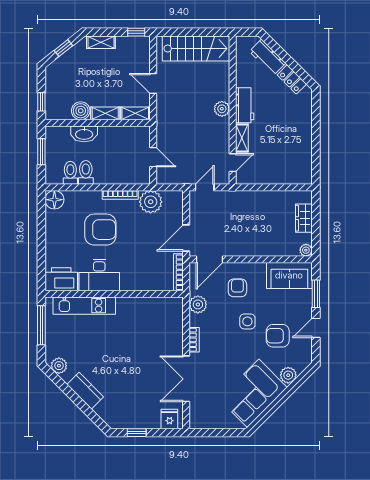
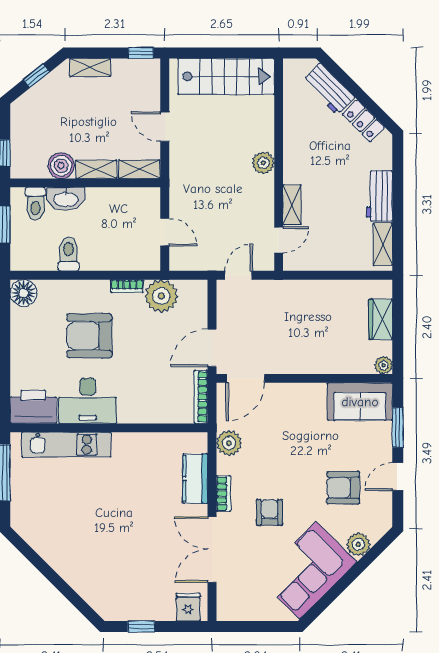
workbench: (245, 105) -> (380, 196), moved, turned 180
shelving: (305, 166) -> (383, 244), added
toilet: (70, 173) -> (35, 204), moved, turned 180
bookcase: (120, 195) -> (127, 286), width x0.64
armchair: (100, 230) -> (89, 336), turned 180
armchair: (237, 288) -> (269, 513), moved
side table: (247, 321) -> (300, 467), removed
plant: (59, 366) -> (30, 531), removed
kitchen counter: (85, 391) -> (195, 479), moved, turned -135

